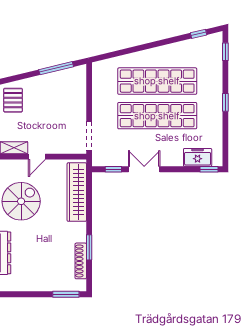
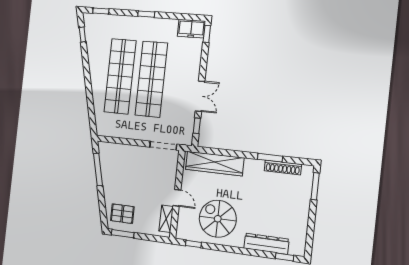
freezer: (198, 157) -> (191, 29), moved, turned -90
double door: (144, 169) -> (200, 96), swing flipped

